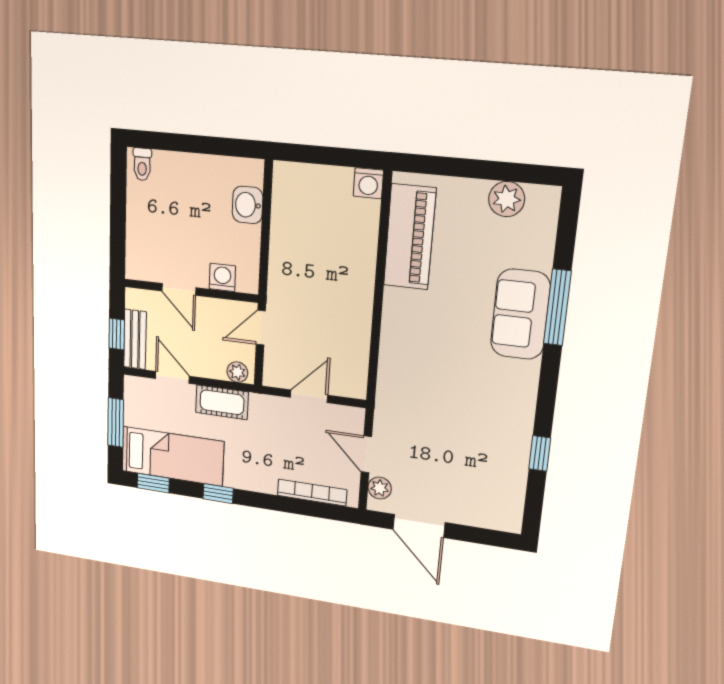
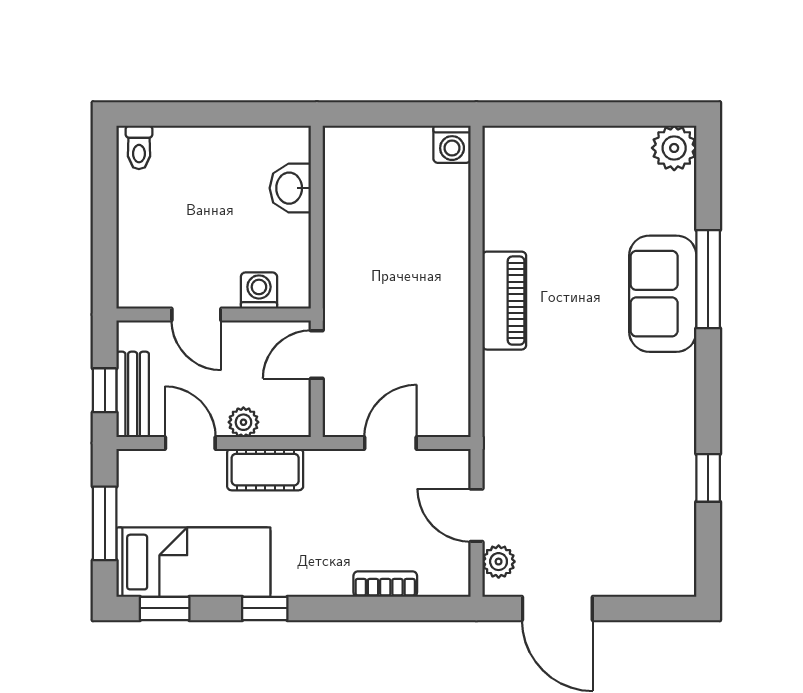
plant: (507, 199) -> (674, 148), moved
piano: (410, 237) -> (504, 301), moved, width x0.73, depth x0.75
plant: (237, 372) -> (243, 422), moved
bookcase: (312, 493) -> (385, 584), width x0.64

